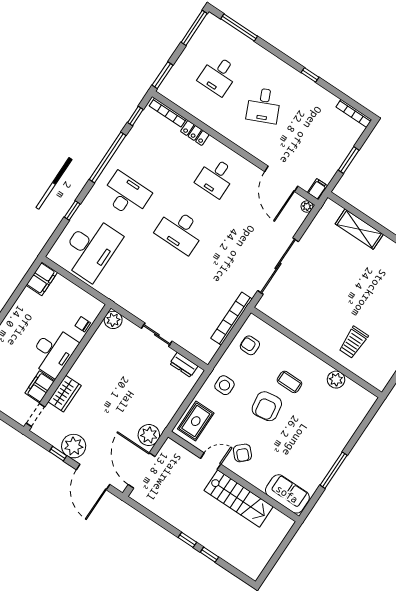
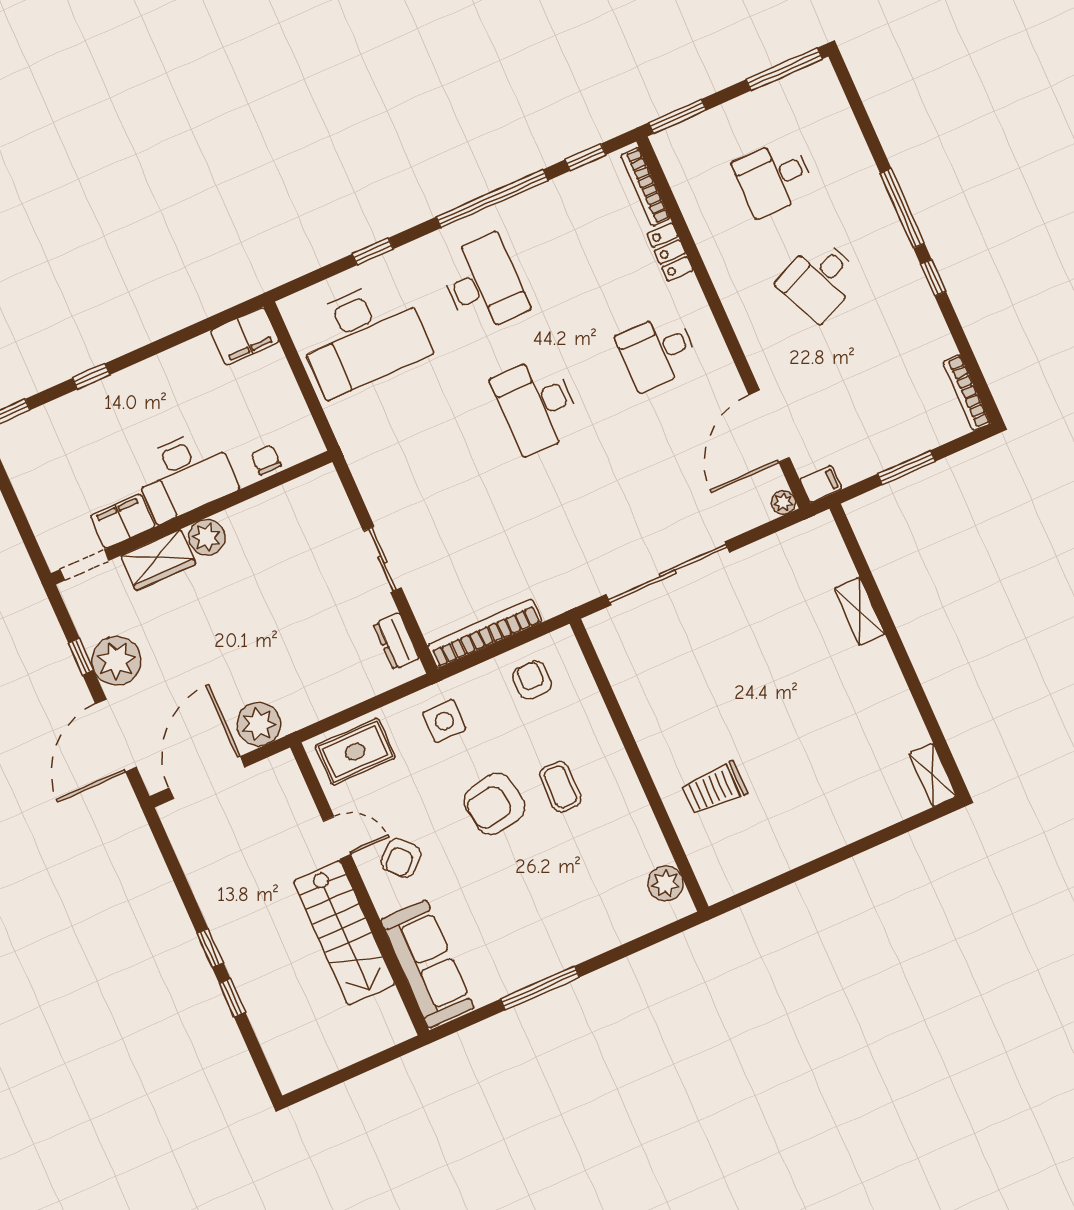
window: (239, 28) -> (902, 208), moved
shelving: (359, 229) -> (860, 611), width x0.67, depth x0.75
bookcase: (232, 319) -> (485, 634), moved
plant: (113, 320) -> (207, 537), moved
plant: (336, 380) -> (665, 883), moved
sofa: (287, 494) -> (427, 964), width x1.36

